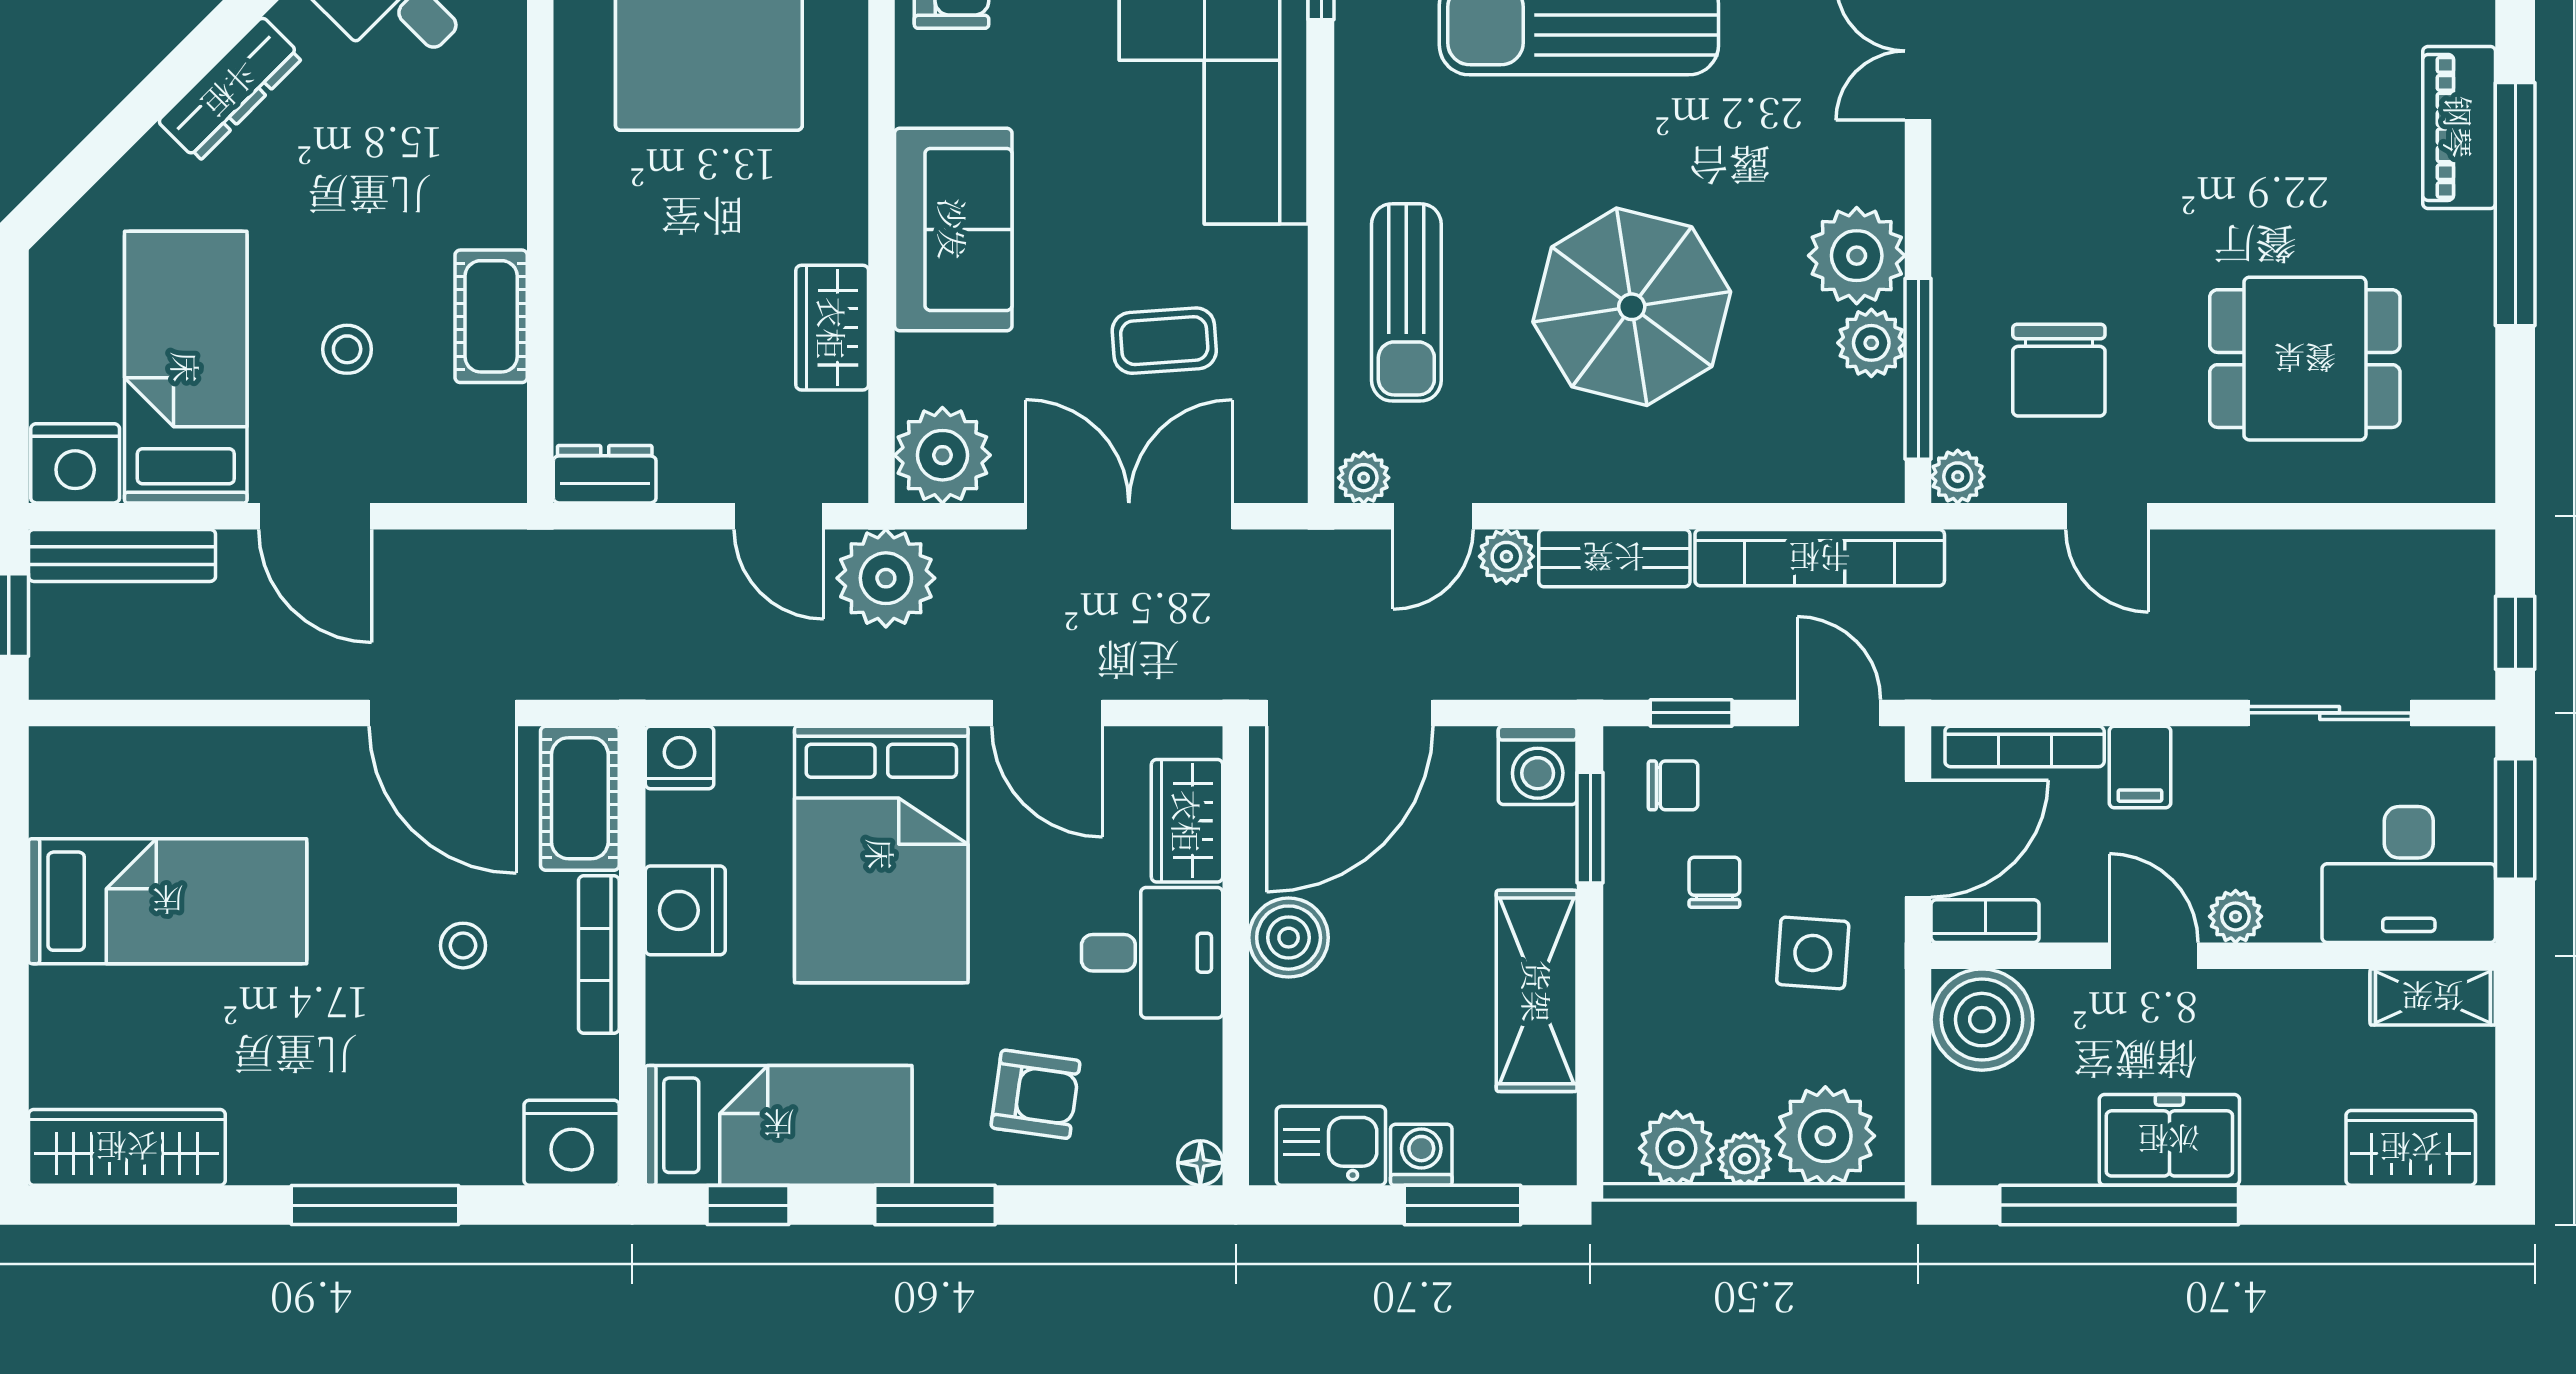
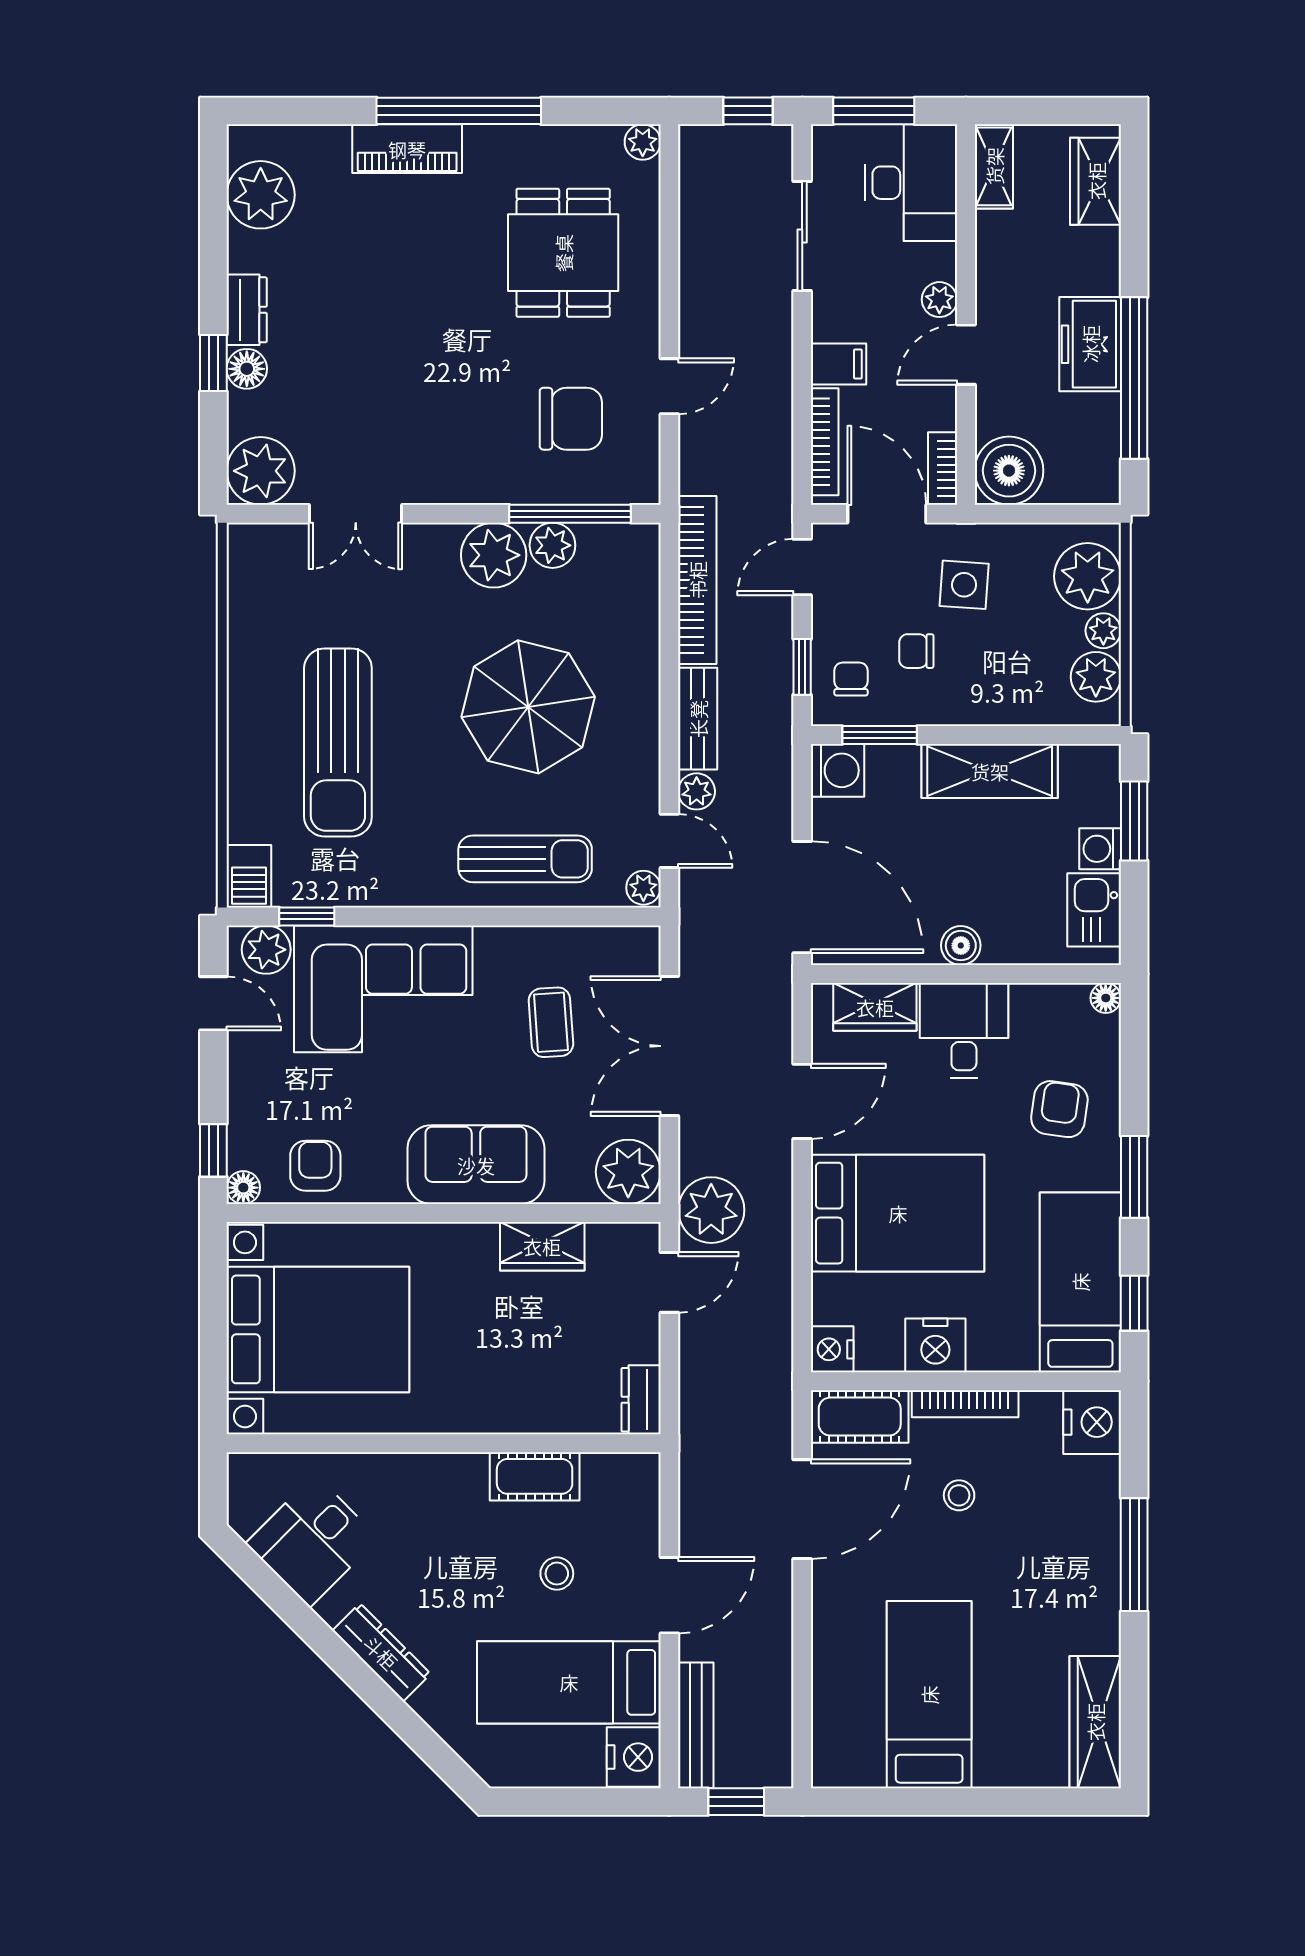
plant: (1958, 477) -> (643, 142), moved
boiler: (1289, 938) -> (961, 946), width x0.73, depth x0.73

